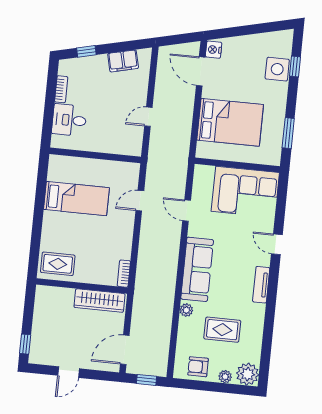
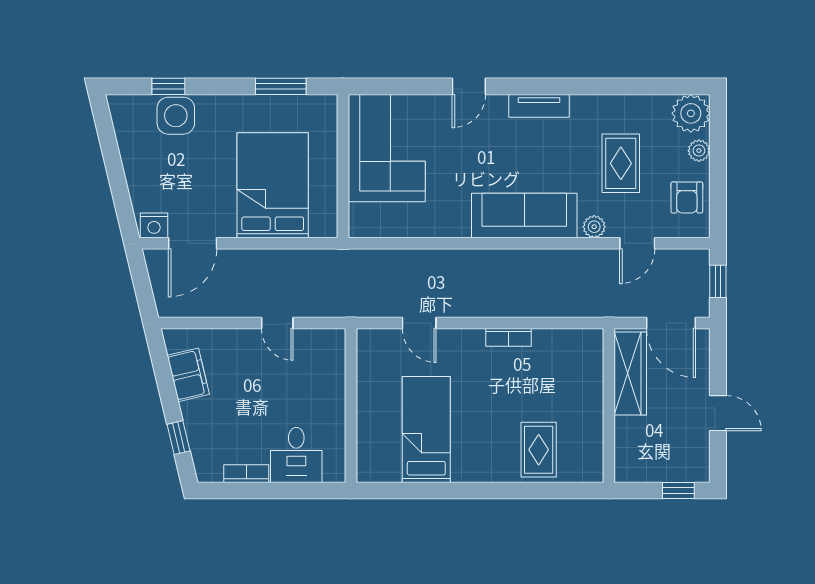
door: (187, 211) -> (637, 243), moved
bookcase: (124, 274) -> (509, 337), moved
wall: (82, 286) -> (609, 405), moved
wardrobe: (99, 301) -> (630, 374), moved

